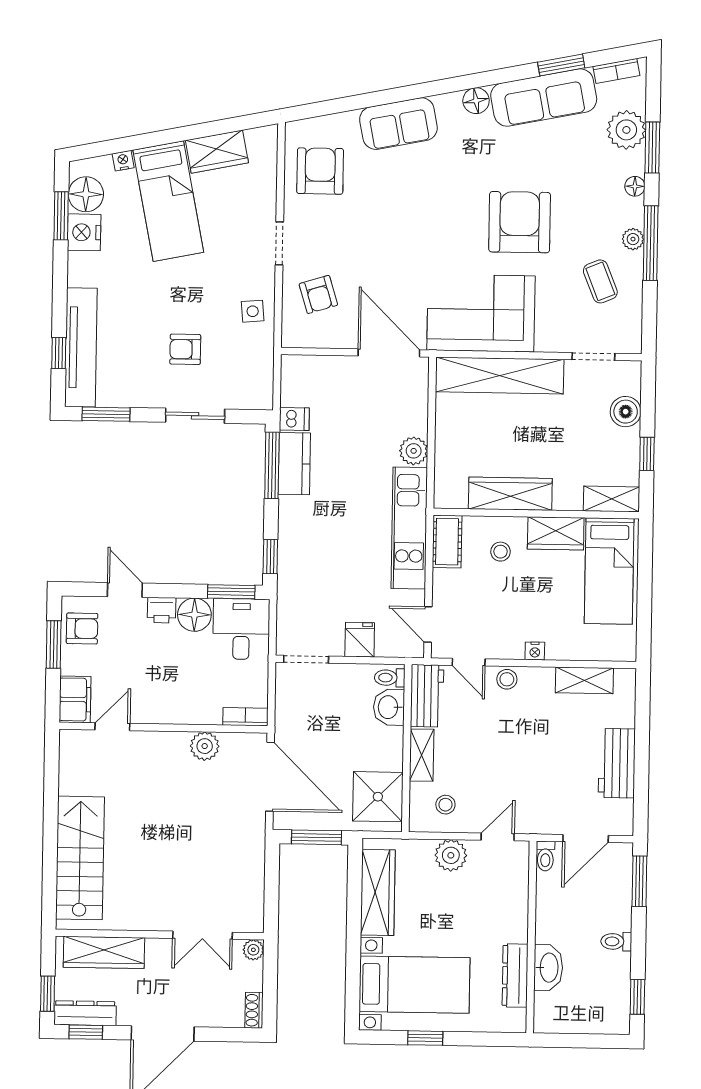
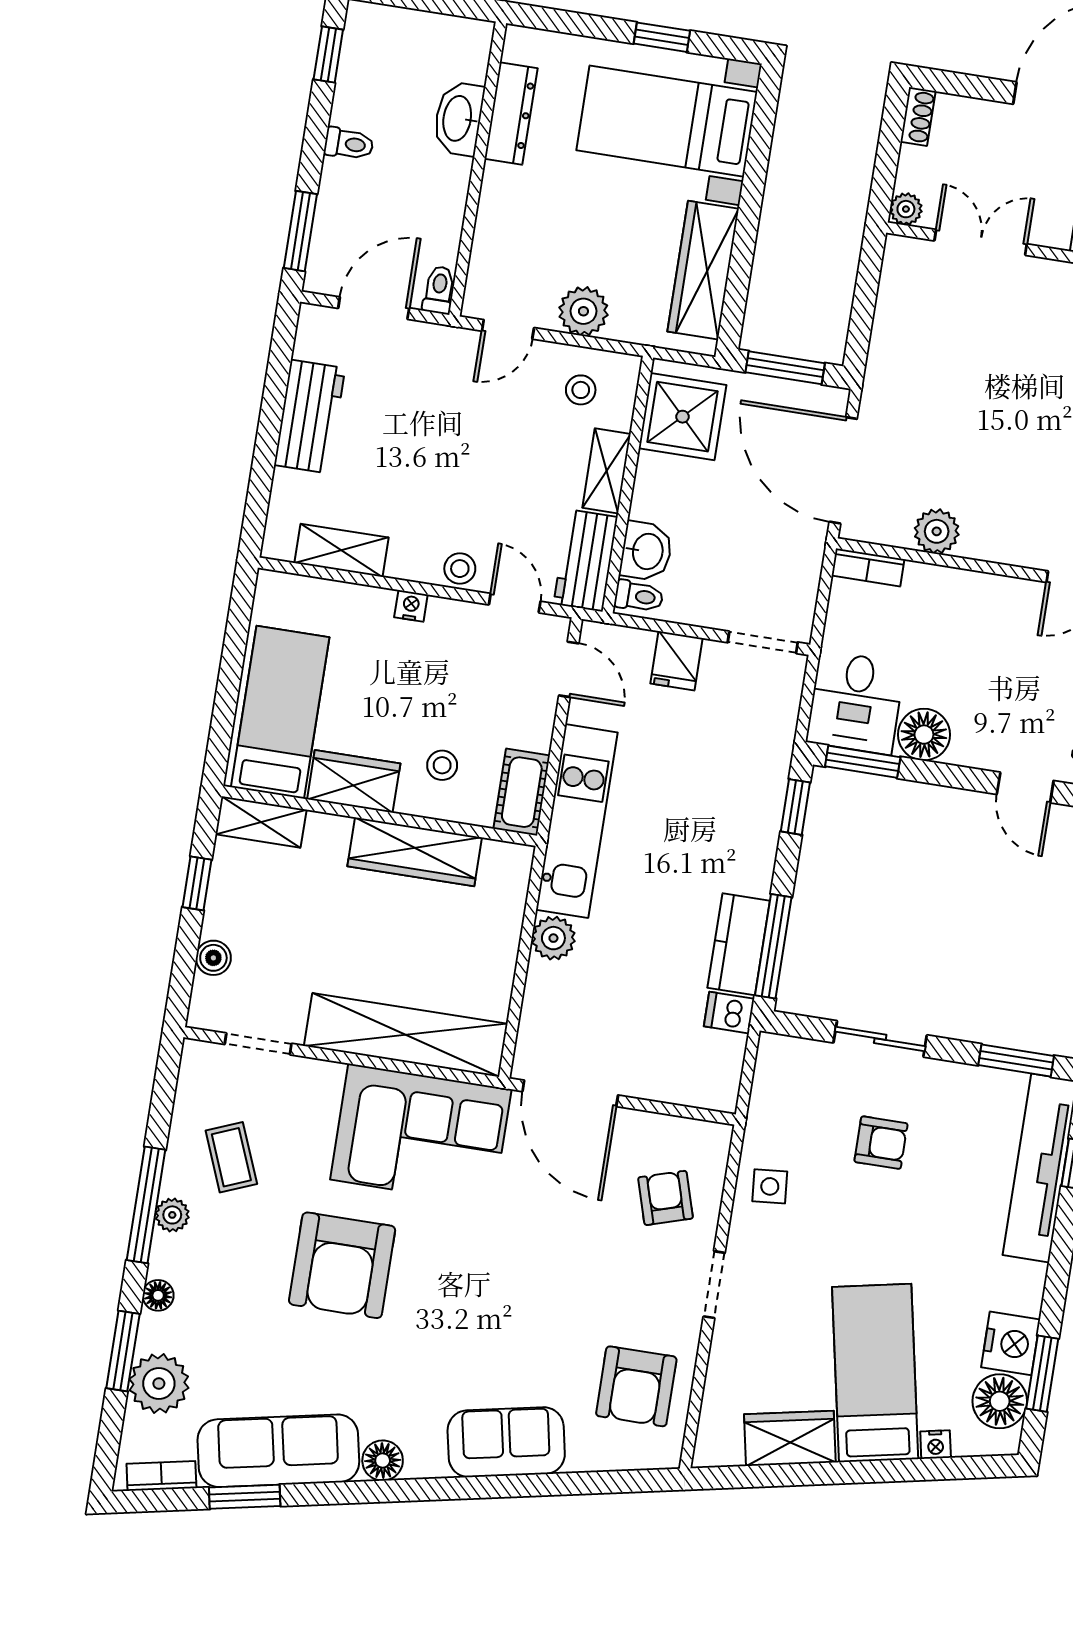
boiler: (626, 412) -> (213, 958), width x0.73, depth x0.73
printer: (162, 610) -> (973, 749), removed

